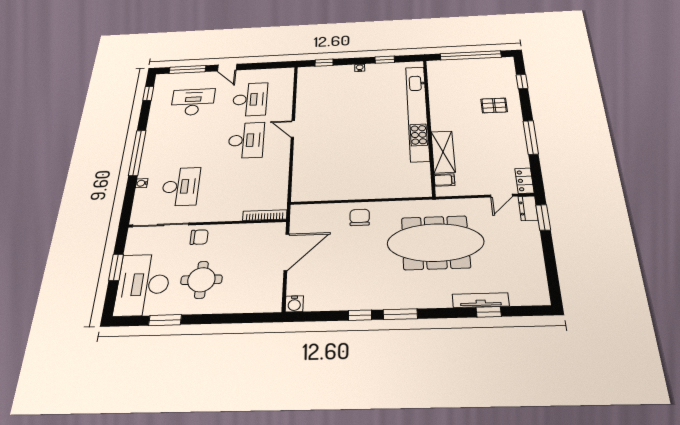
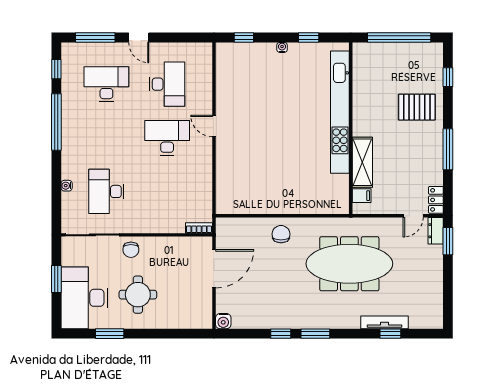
pallet: (494, 105) -> (417, 107), width x1.50, depth x1.42
desk: (246, 140) -> (167, 138), turned -90
window: (137, 153) -> (56, 122), moved
desk: (181, 187) -> (106, 191), turned 180
bookcase: (265, 215) -> (199, 228), width x0.64
chair: (199, 237) -> (131, 250), turned 90

